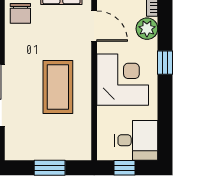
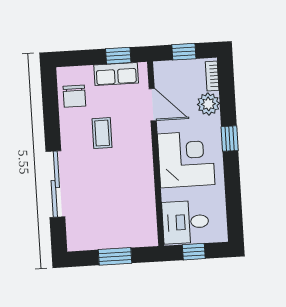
coffee table: (58, 87) -> (102, 133), moved, width x0.54, depth x0.58
desk: (136, 140) -> (186, 222), moved, turned 180

